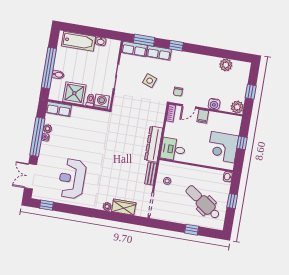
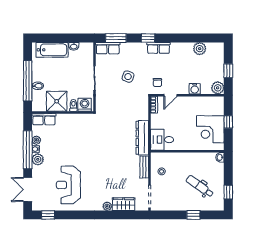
row of seats: (159, 53) -> (158, 48), moved
filing cabinet: (203, 116) -> (186, 103), removed
plant: (46, 148) -> (38, 159), added
window: (232, 201) -> (228, 192), moved
dental chair: (203, 202) -> (200, 186), width x0.73, depth x0.72

